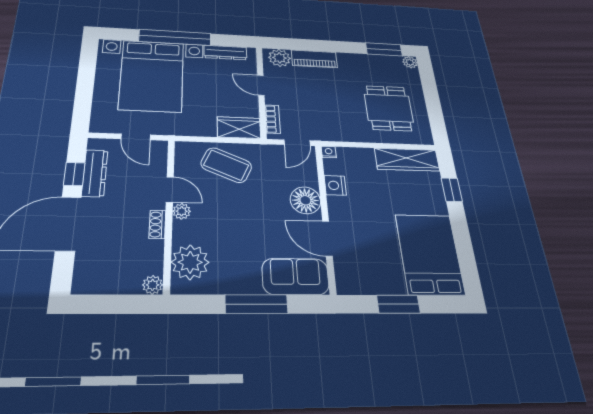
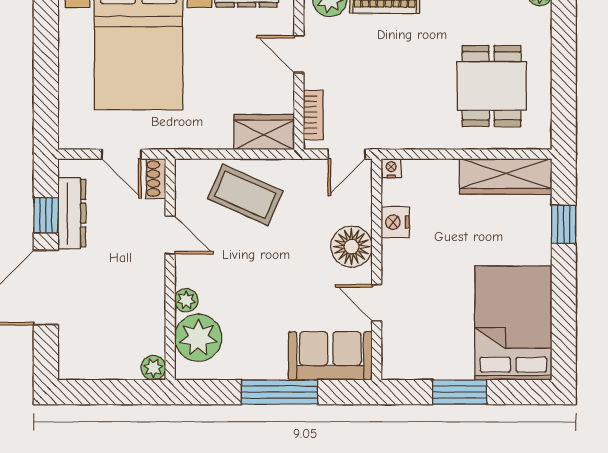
plant: (182, 211) -> (186, 300), moved
shoe rack: (157, 224) -> (156, 179), moved
door: (327, 239) -> (377, 303), width x0.73

